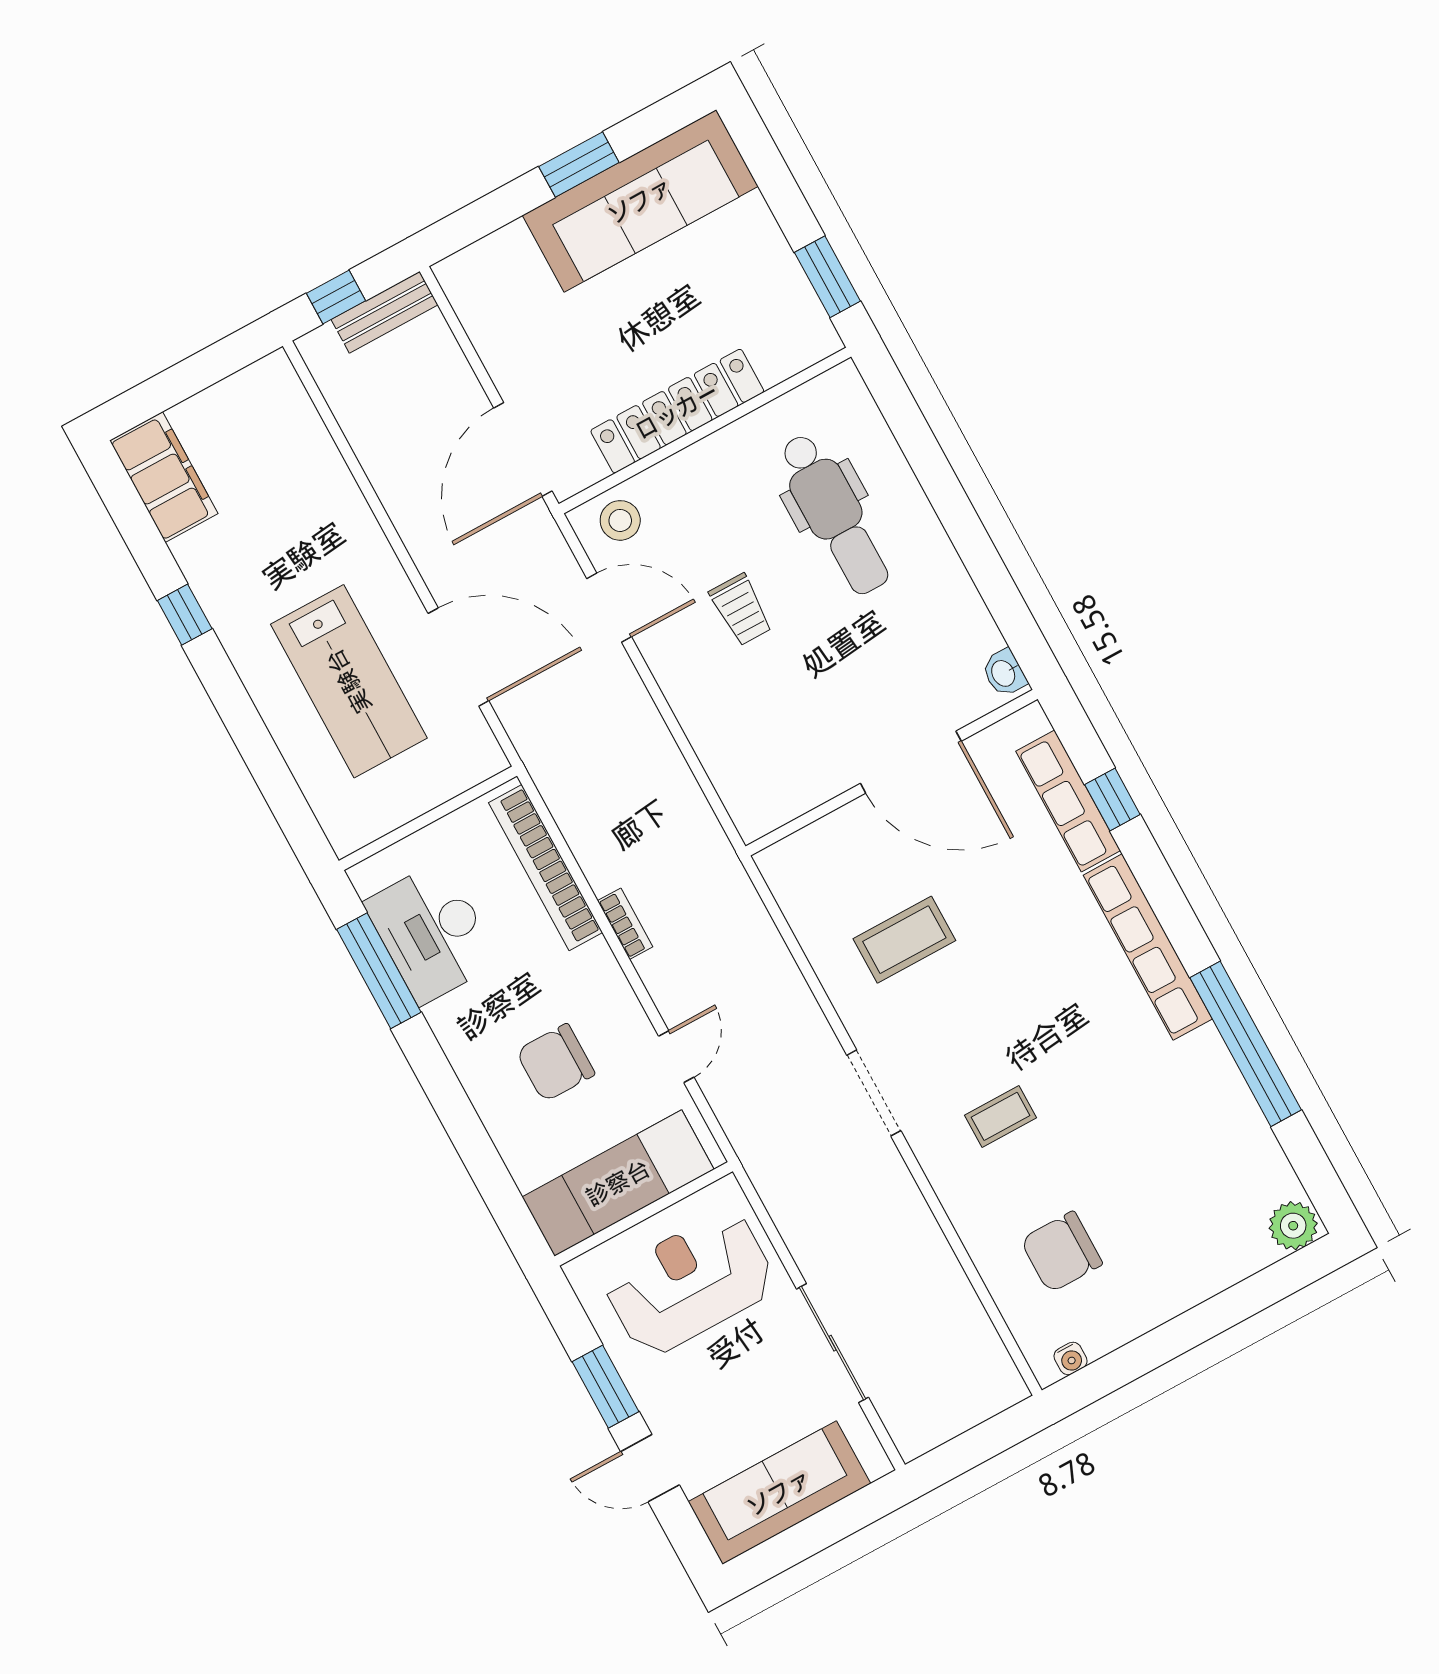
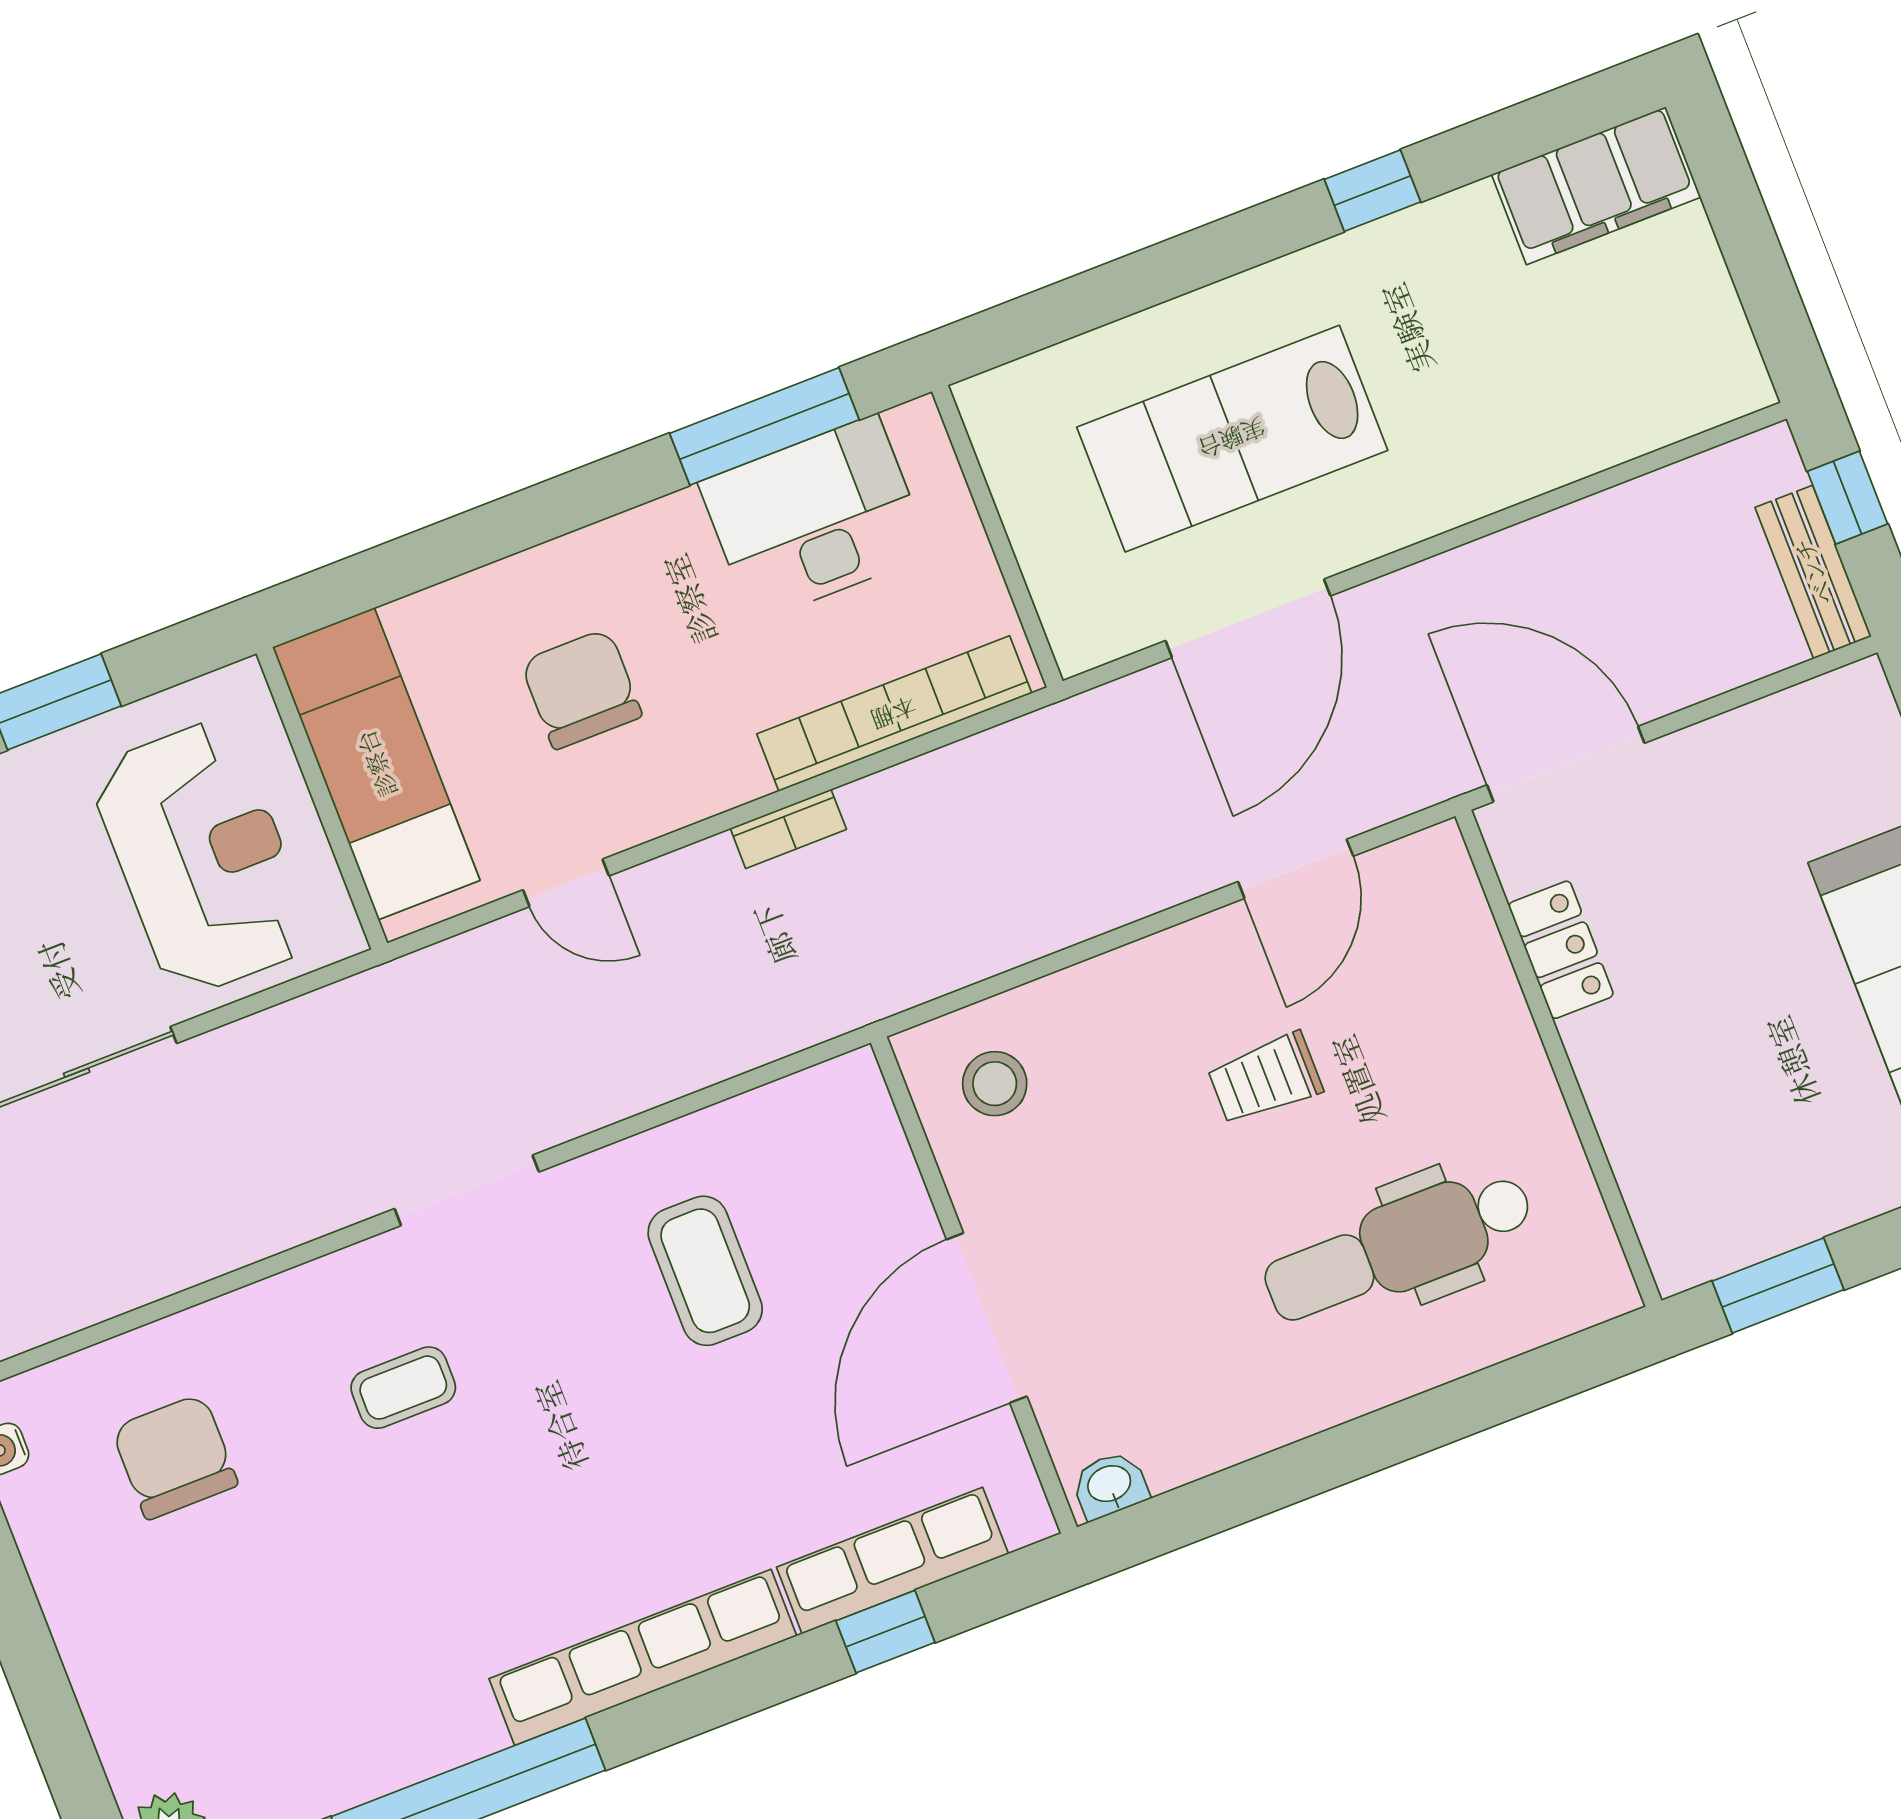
locker: (677, 411) -> (1561, 950), width x0.46, depth x0.83
stool: (620, 520) -> (995, 1084), moved
coffee table: (1001, 1116) -> (403, 1388), turned 90

